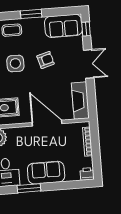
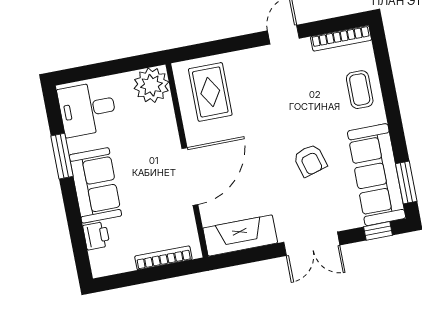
window: (31, 14) -> (406, 183), moved
sofa: (63, 26) -> (377, 175), width x1.36
side table: (15, 63) -> (297, 104), removed
printer: (87, 174) -> (96, 236), moved

